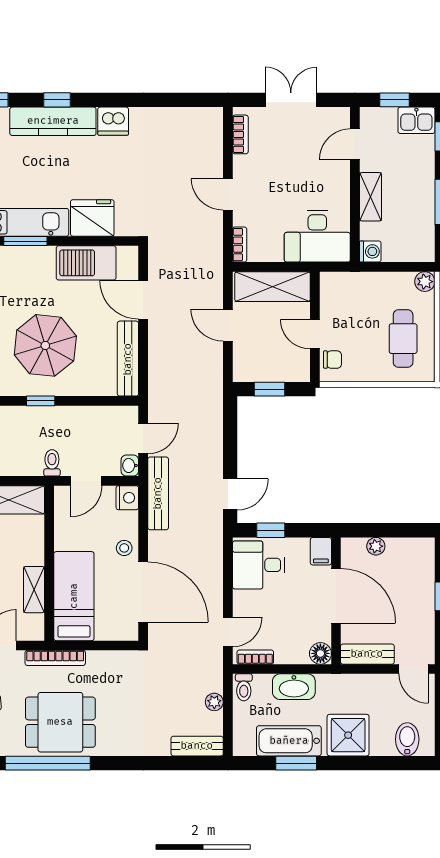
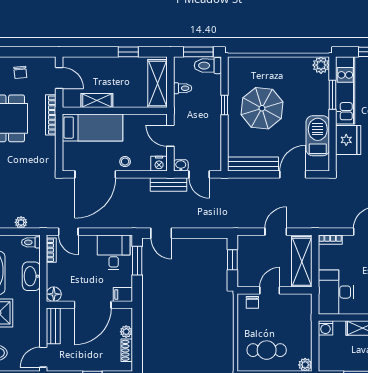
toilet: (52, 463) -> (183, 88), moved
bench: (158, 493) -> (169, 184), width x0.73
window: (271, 530) -> (137, 261), width x1.50
shoe rack: (403, 545) -> (127, 350), added

